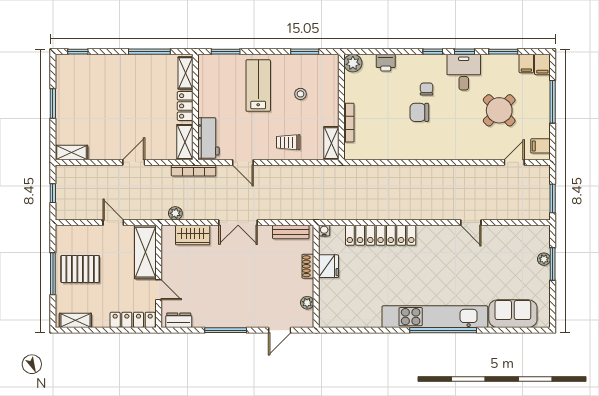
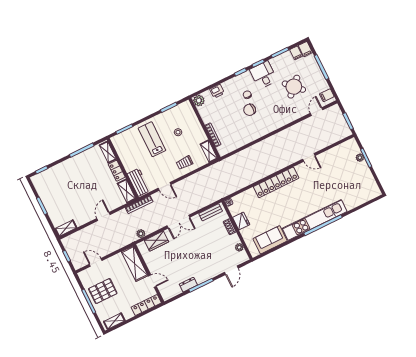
door: (113, 223) -> (96, 262), moved
locker: (381, 235) -> (276, 182), moved
sofa: (513, 314) -> (270, 240), moved
dresser: (179, 320) -> (188, 285), moved

